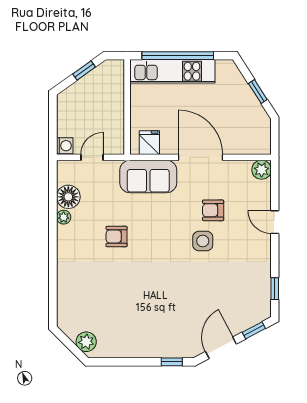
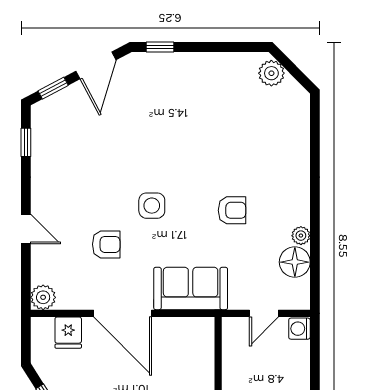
fridge: (149, 143) -> (68, 333), moved
side table: (203, 241) -> (152, 206), moved

